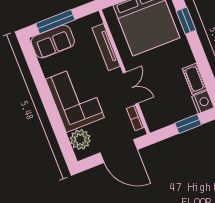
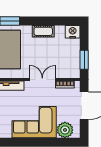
cot: (194, 79) -> (43, 31), moved
window: (188, 124) -> (84, 60), moved

